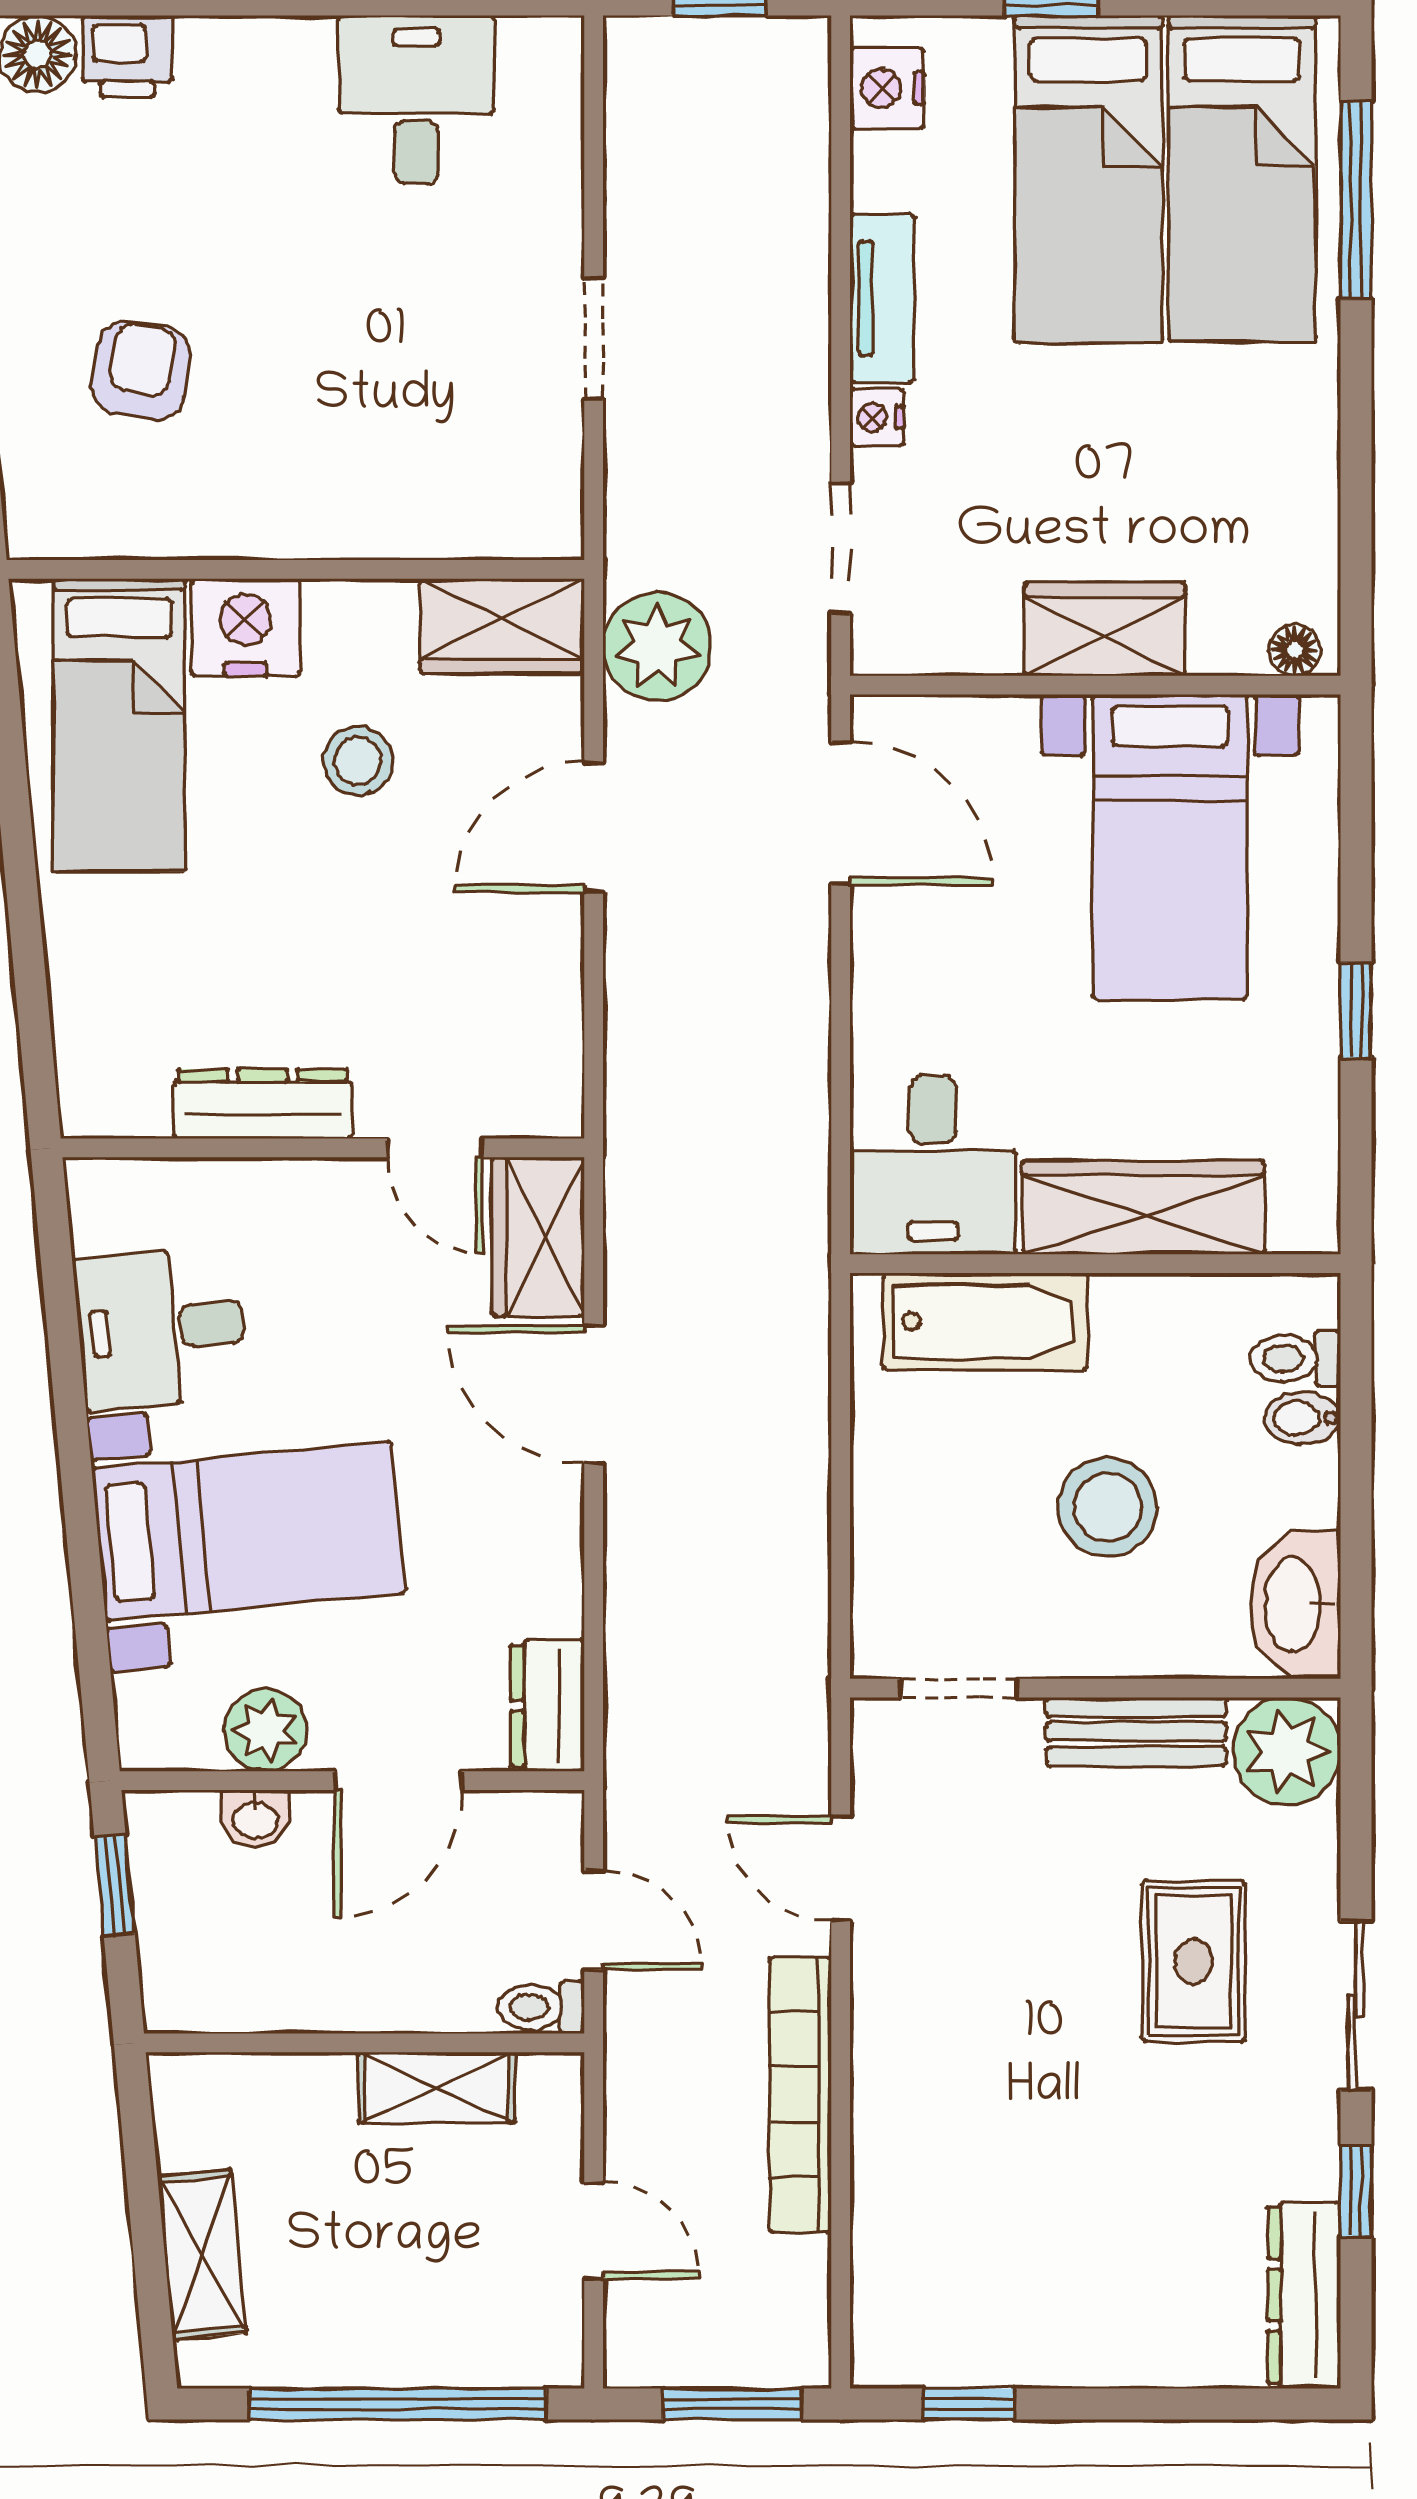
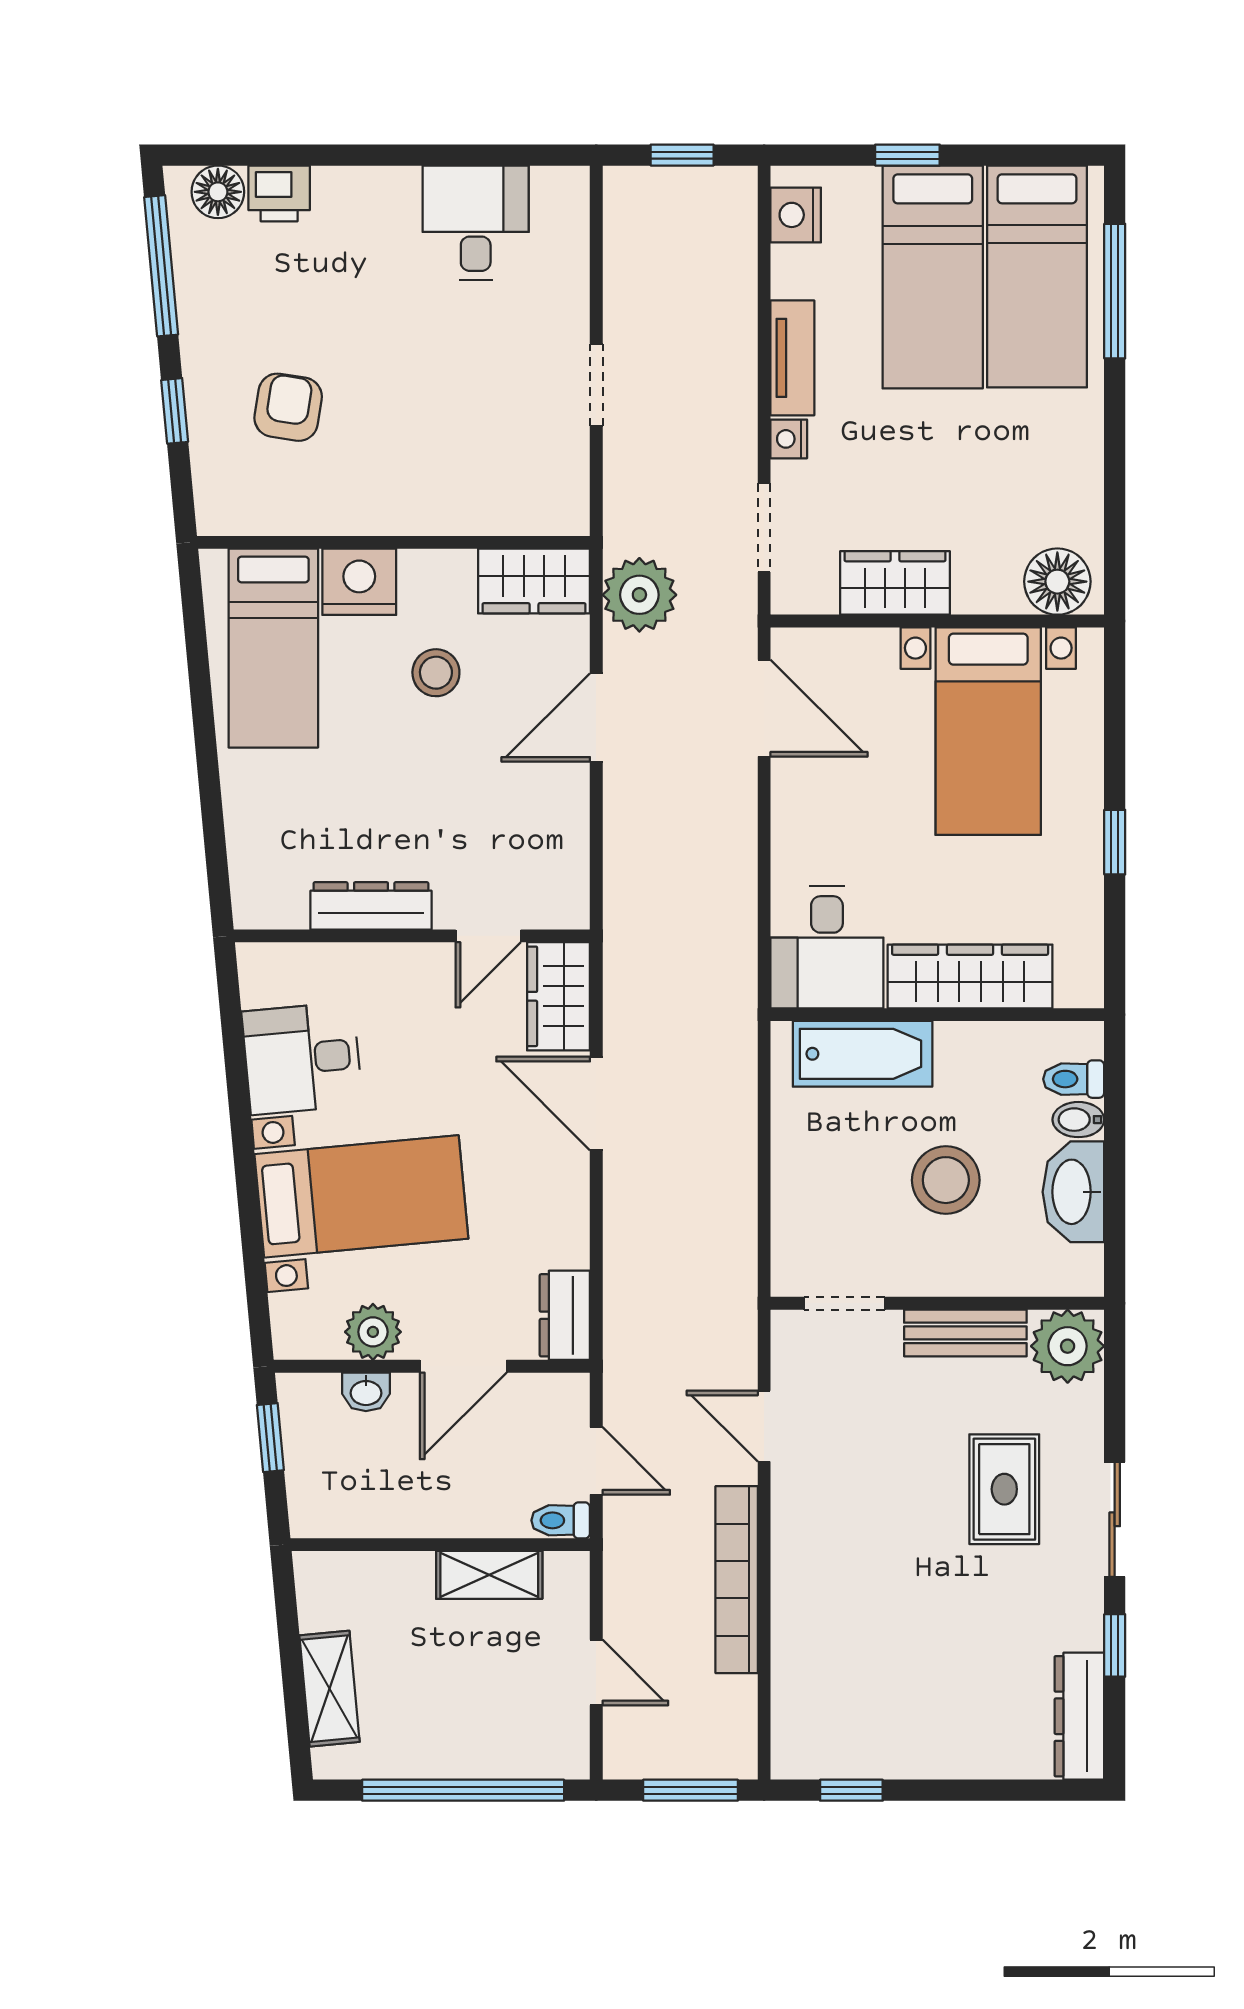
wardrobe: (1105, 629) -> (895, 583), moved
floor lamp: (1295, 650) -> (1057, 582), width x1.89, depth x1.89
door: (435, 1148) -> (488, 936), hinge flipped
washbasin: (1295, 1605) -> (1073, 1192), moved

